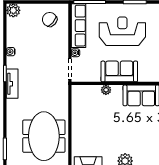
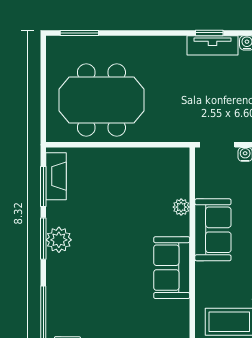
tv unit: (12, 84) -> (212, 45), moved

